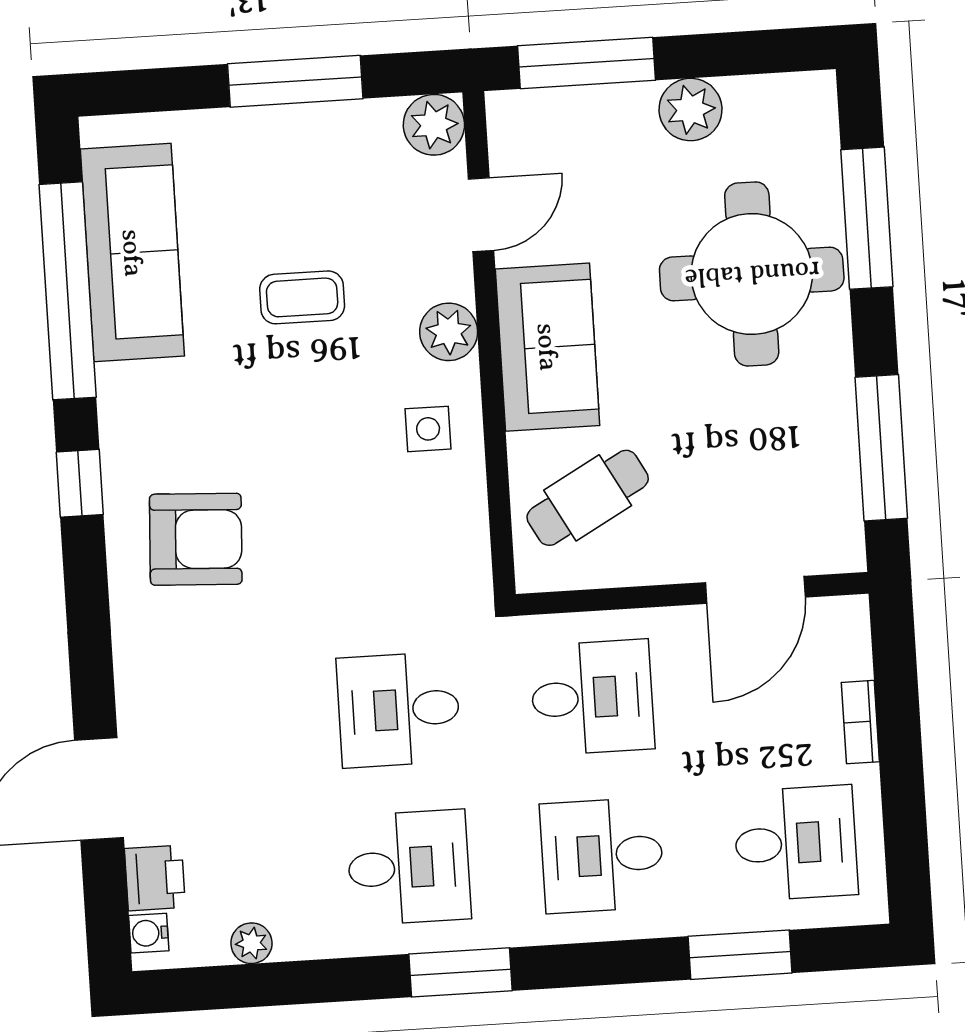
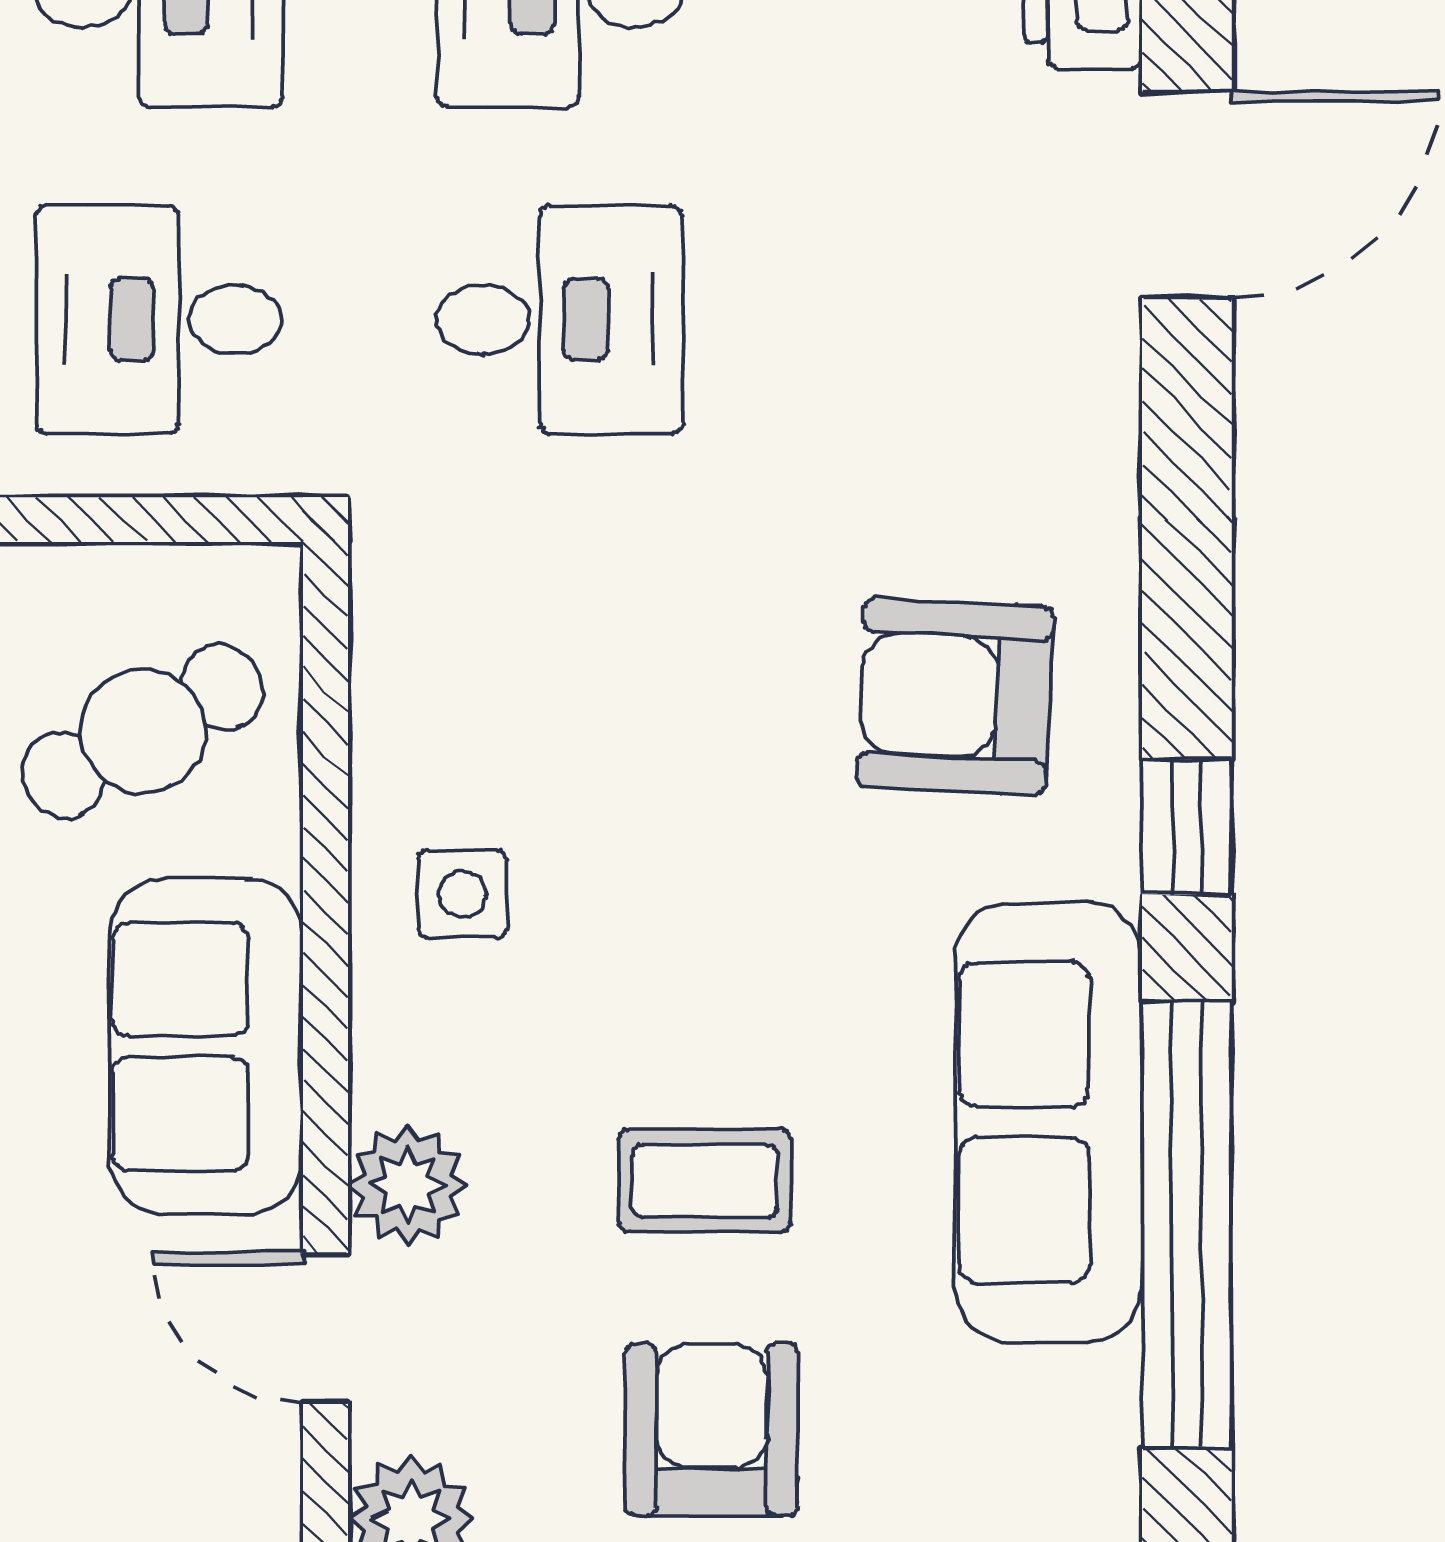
armchair: (291, 177) -> (711, 1430), added
door: (481, 215) -> (326, 1328), hinge flipped
sofa: (132, 253) -> (1049, 1122), moved
plant: (449, 332) -> (408, 1185), moved

